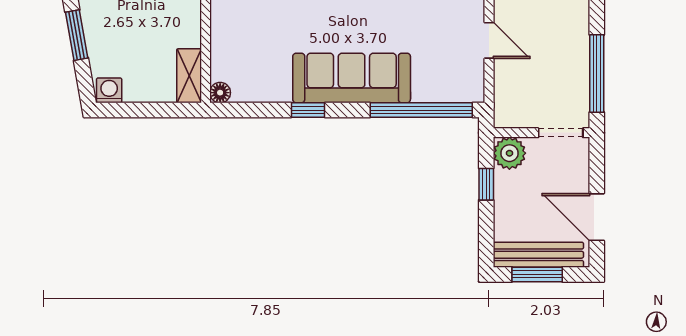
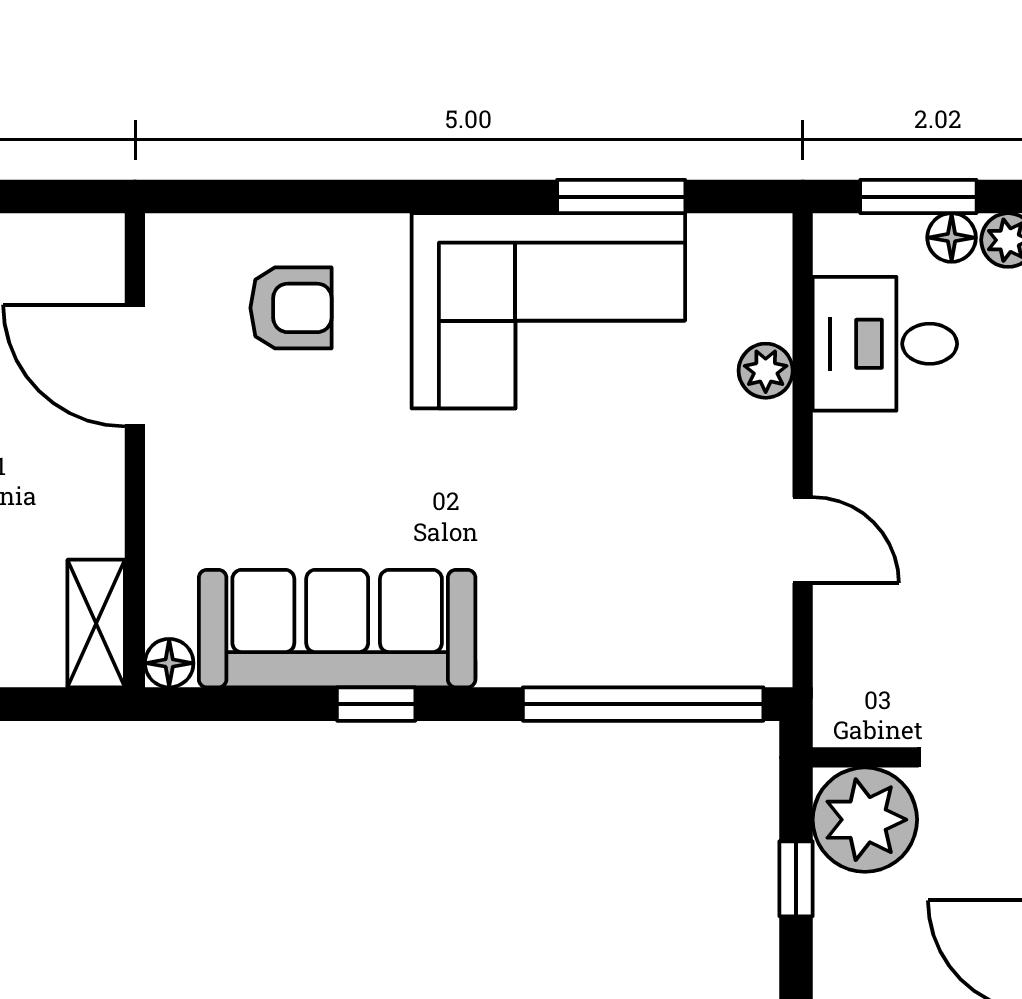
sofa: (352, 78) -> (337, 629), moved
plant: (509, 153) -> (865, 820), width x1.36, depth x1.36

